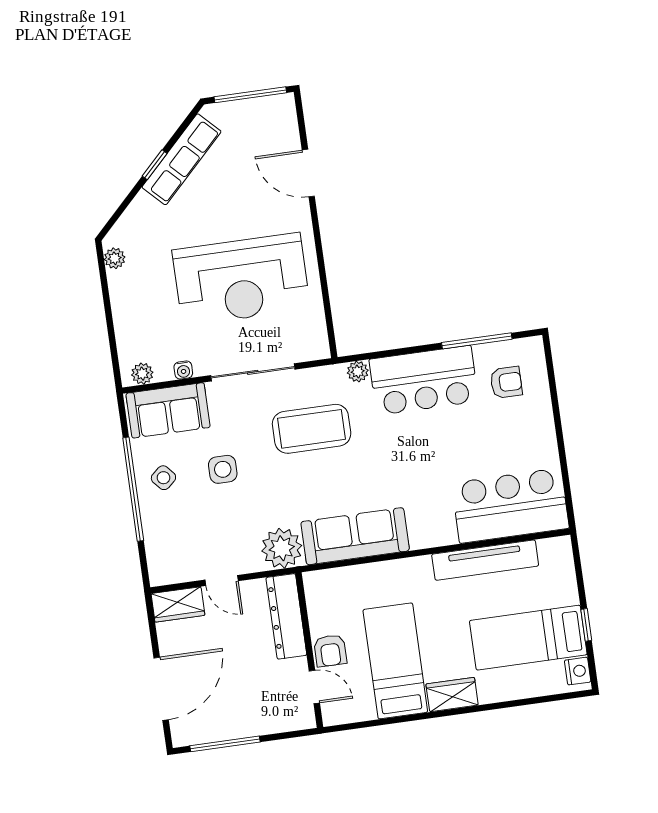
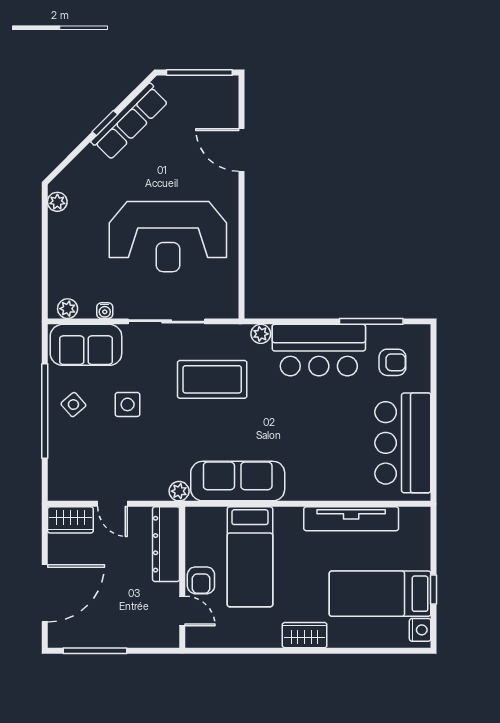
bar counter: (510, 506) -> (403, 443), moved, turned -90
plant: (282, 548) -> (179, 491), width x0.53, depth x0.53
bed: (395, 661) -> (250, 557), moved, turned 180

